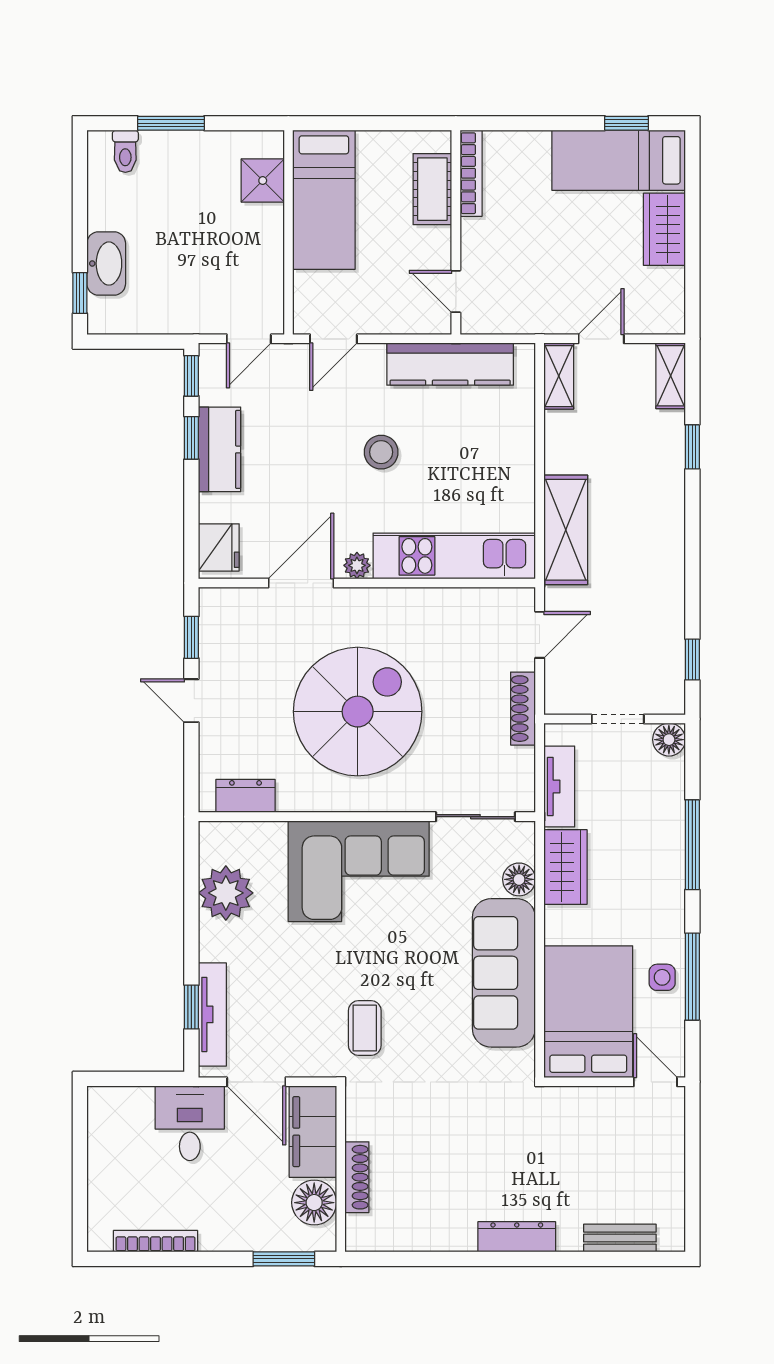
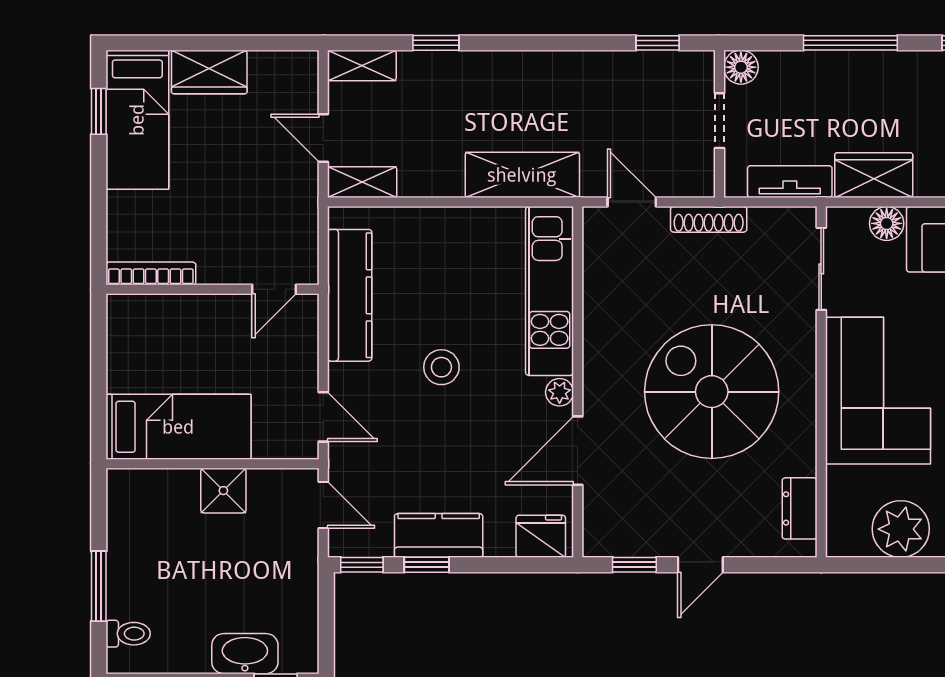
shower: (263, 181) -> (223, 491), moved
cot: (432, 189) -> (167, 314), removed
door: (301, 583) -> (578, 451), hinge flipped

